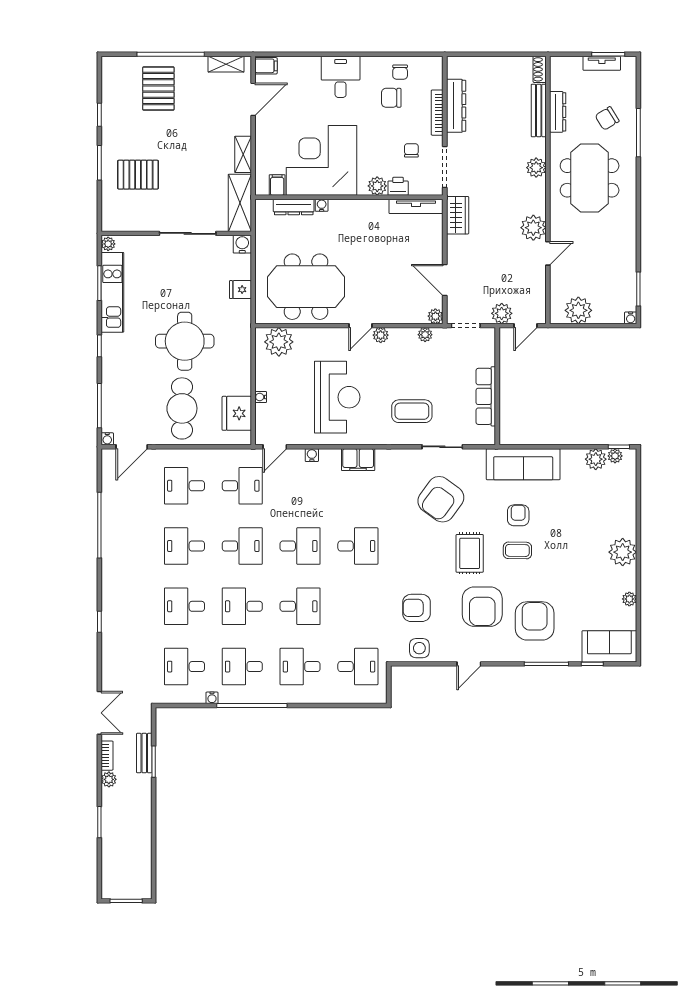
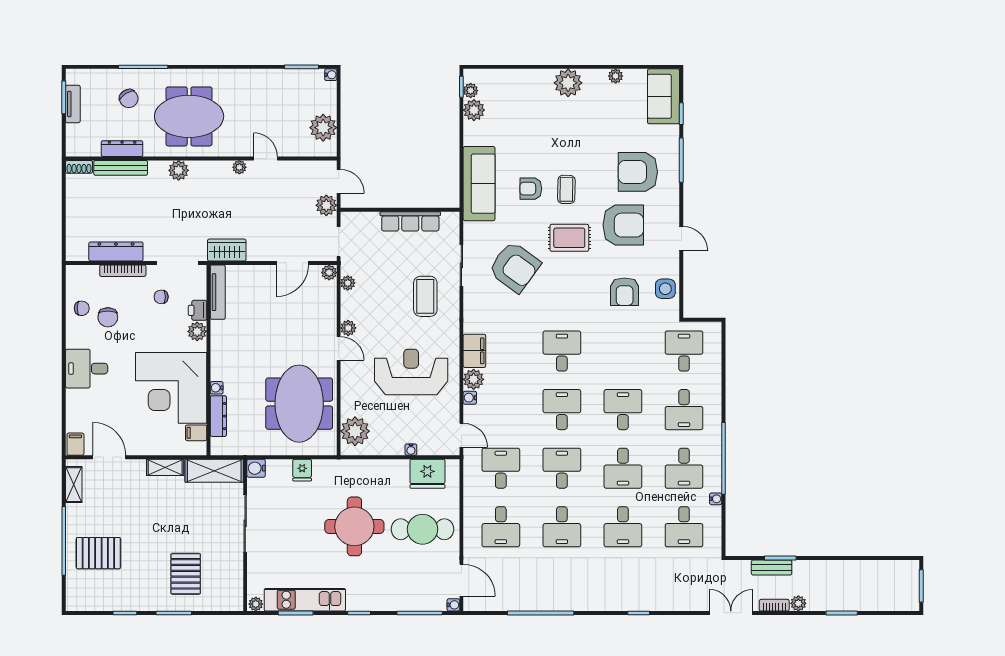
plant: (533, 228) -> (239, 167), width x0.53, depth x0.53
plant: (330, 459) -> (474, 379), added

